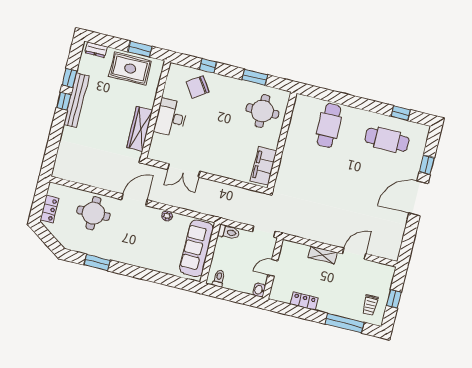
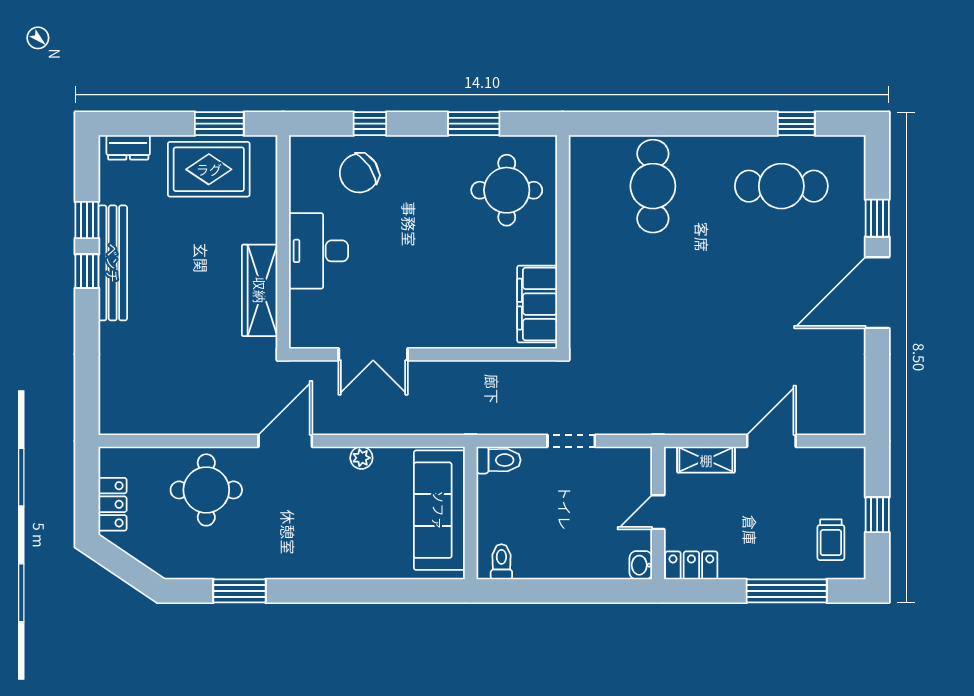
door: (273, 268) -> (658, 512), moved
wall: (273, 268) -> (658, 513), moved
washbasin: (259, 290) -> (641, 565), moved

